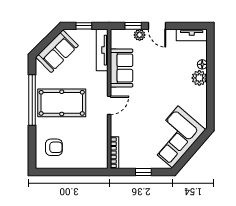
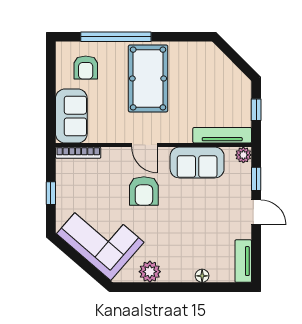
door: (157, 26) -> (256, 212), swing flipped
plant: (140, 35) -> (243, 155), moved
sofa: (57, 51) -> (71, 116), moved, turned -135
plant: (199, 78) -> (150, 272), moved
window: (32, 100) -> (116, 37), moved
armchair: (142, 106) -> (144, 191), added

